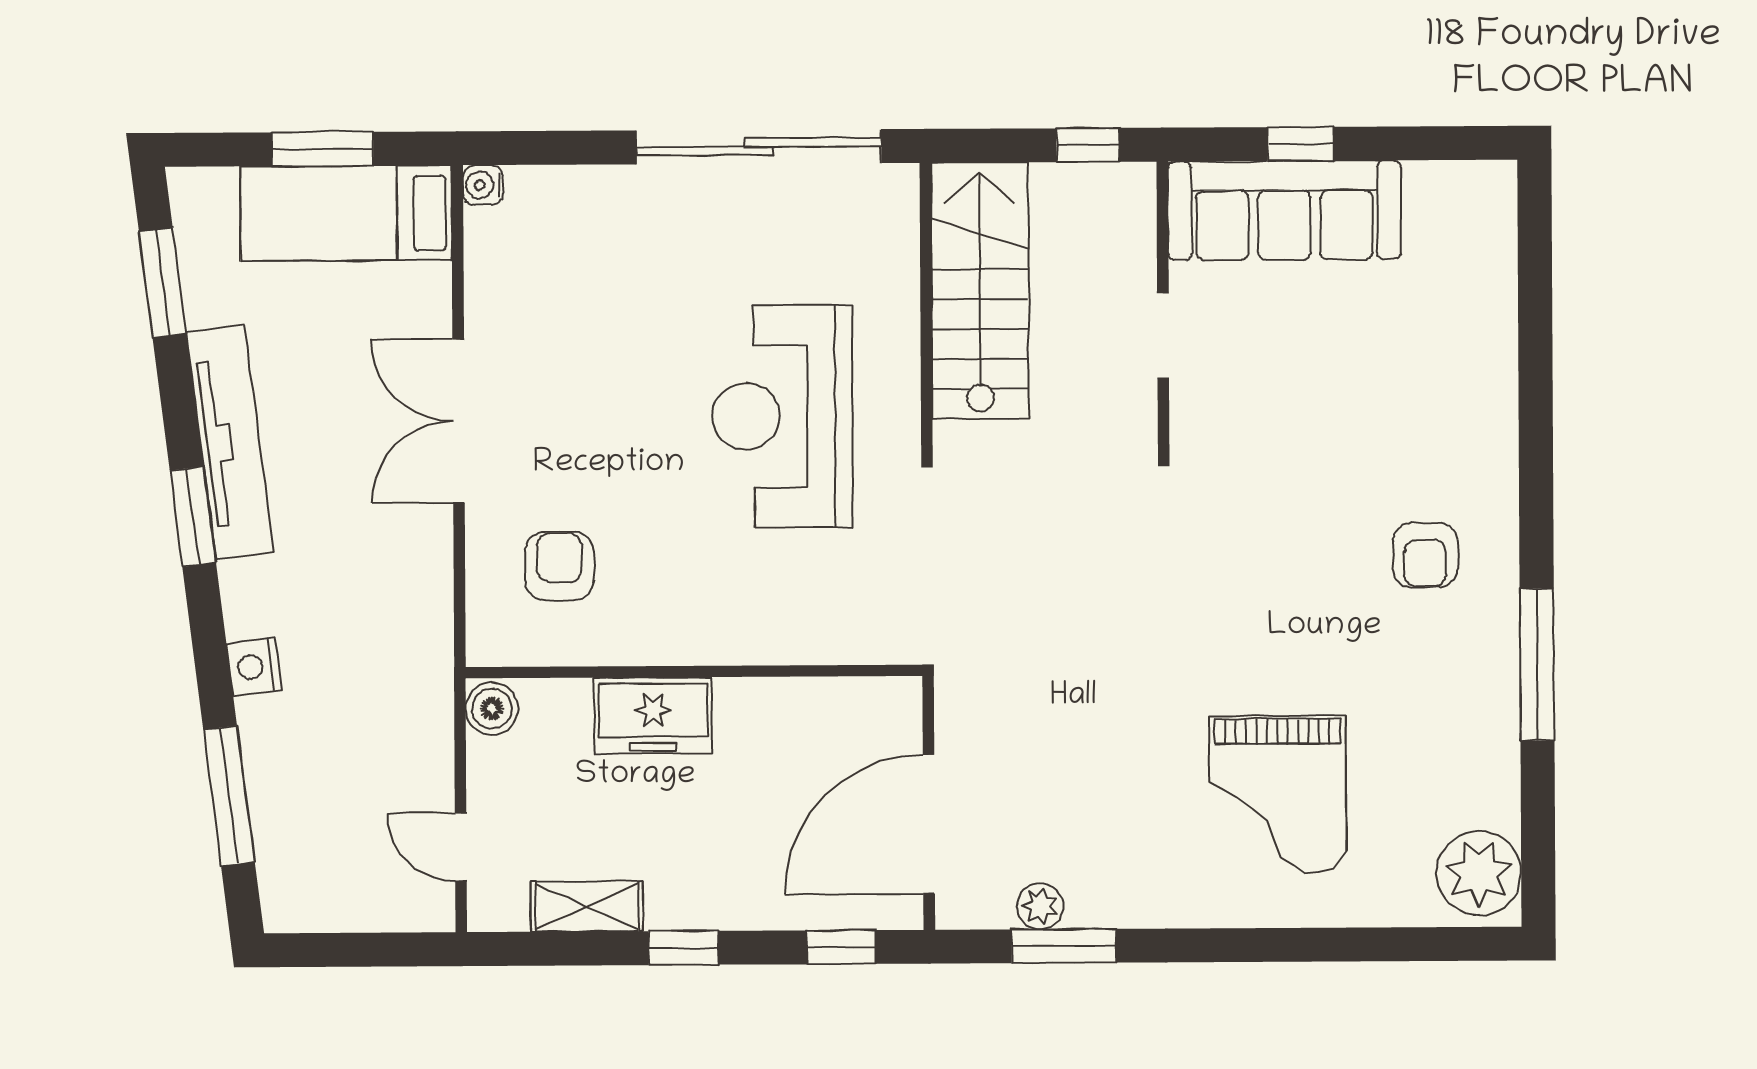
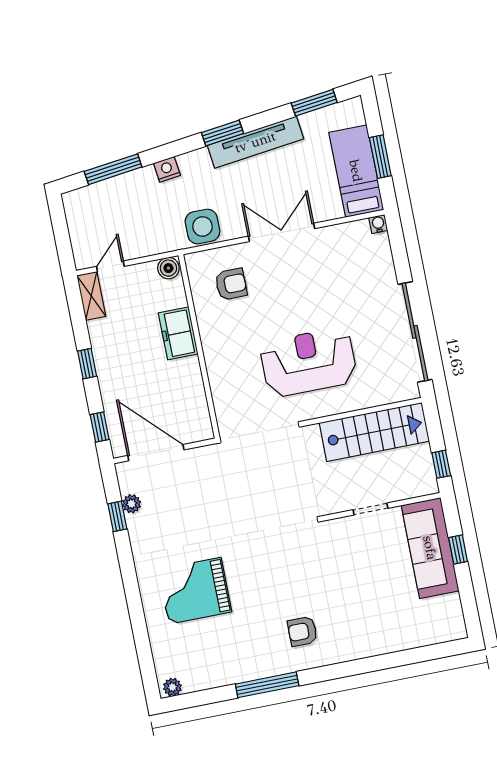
side table: (408, 608) -> (202, 226), added
plant: (1479, 873) -> (172, 687), width x0.53, depth x0.53
shelving: (587, 906) -> (91, 296), moved
window: (1064, 946) -> (117, 516), width x0.67

